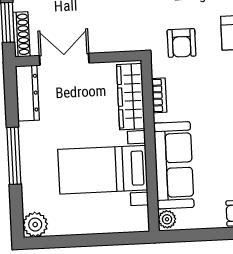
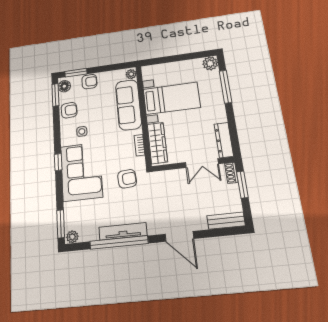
shoe rack: (21, 34) -> (231, 173), width x0.70
armchair: (182, 43) -> (127, 179), turned 86
window: (14, 156) -> (226, 87), moved

